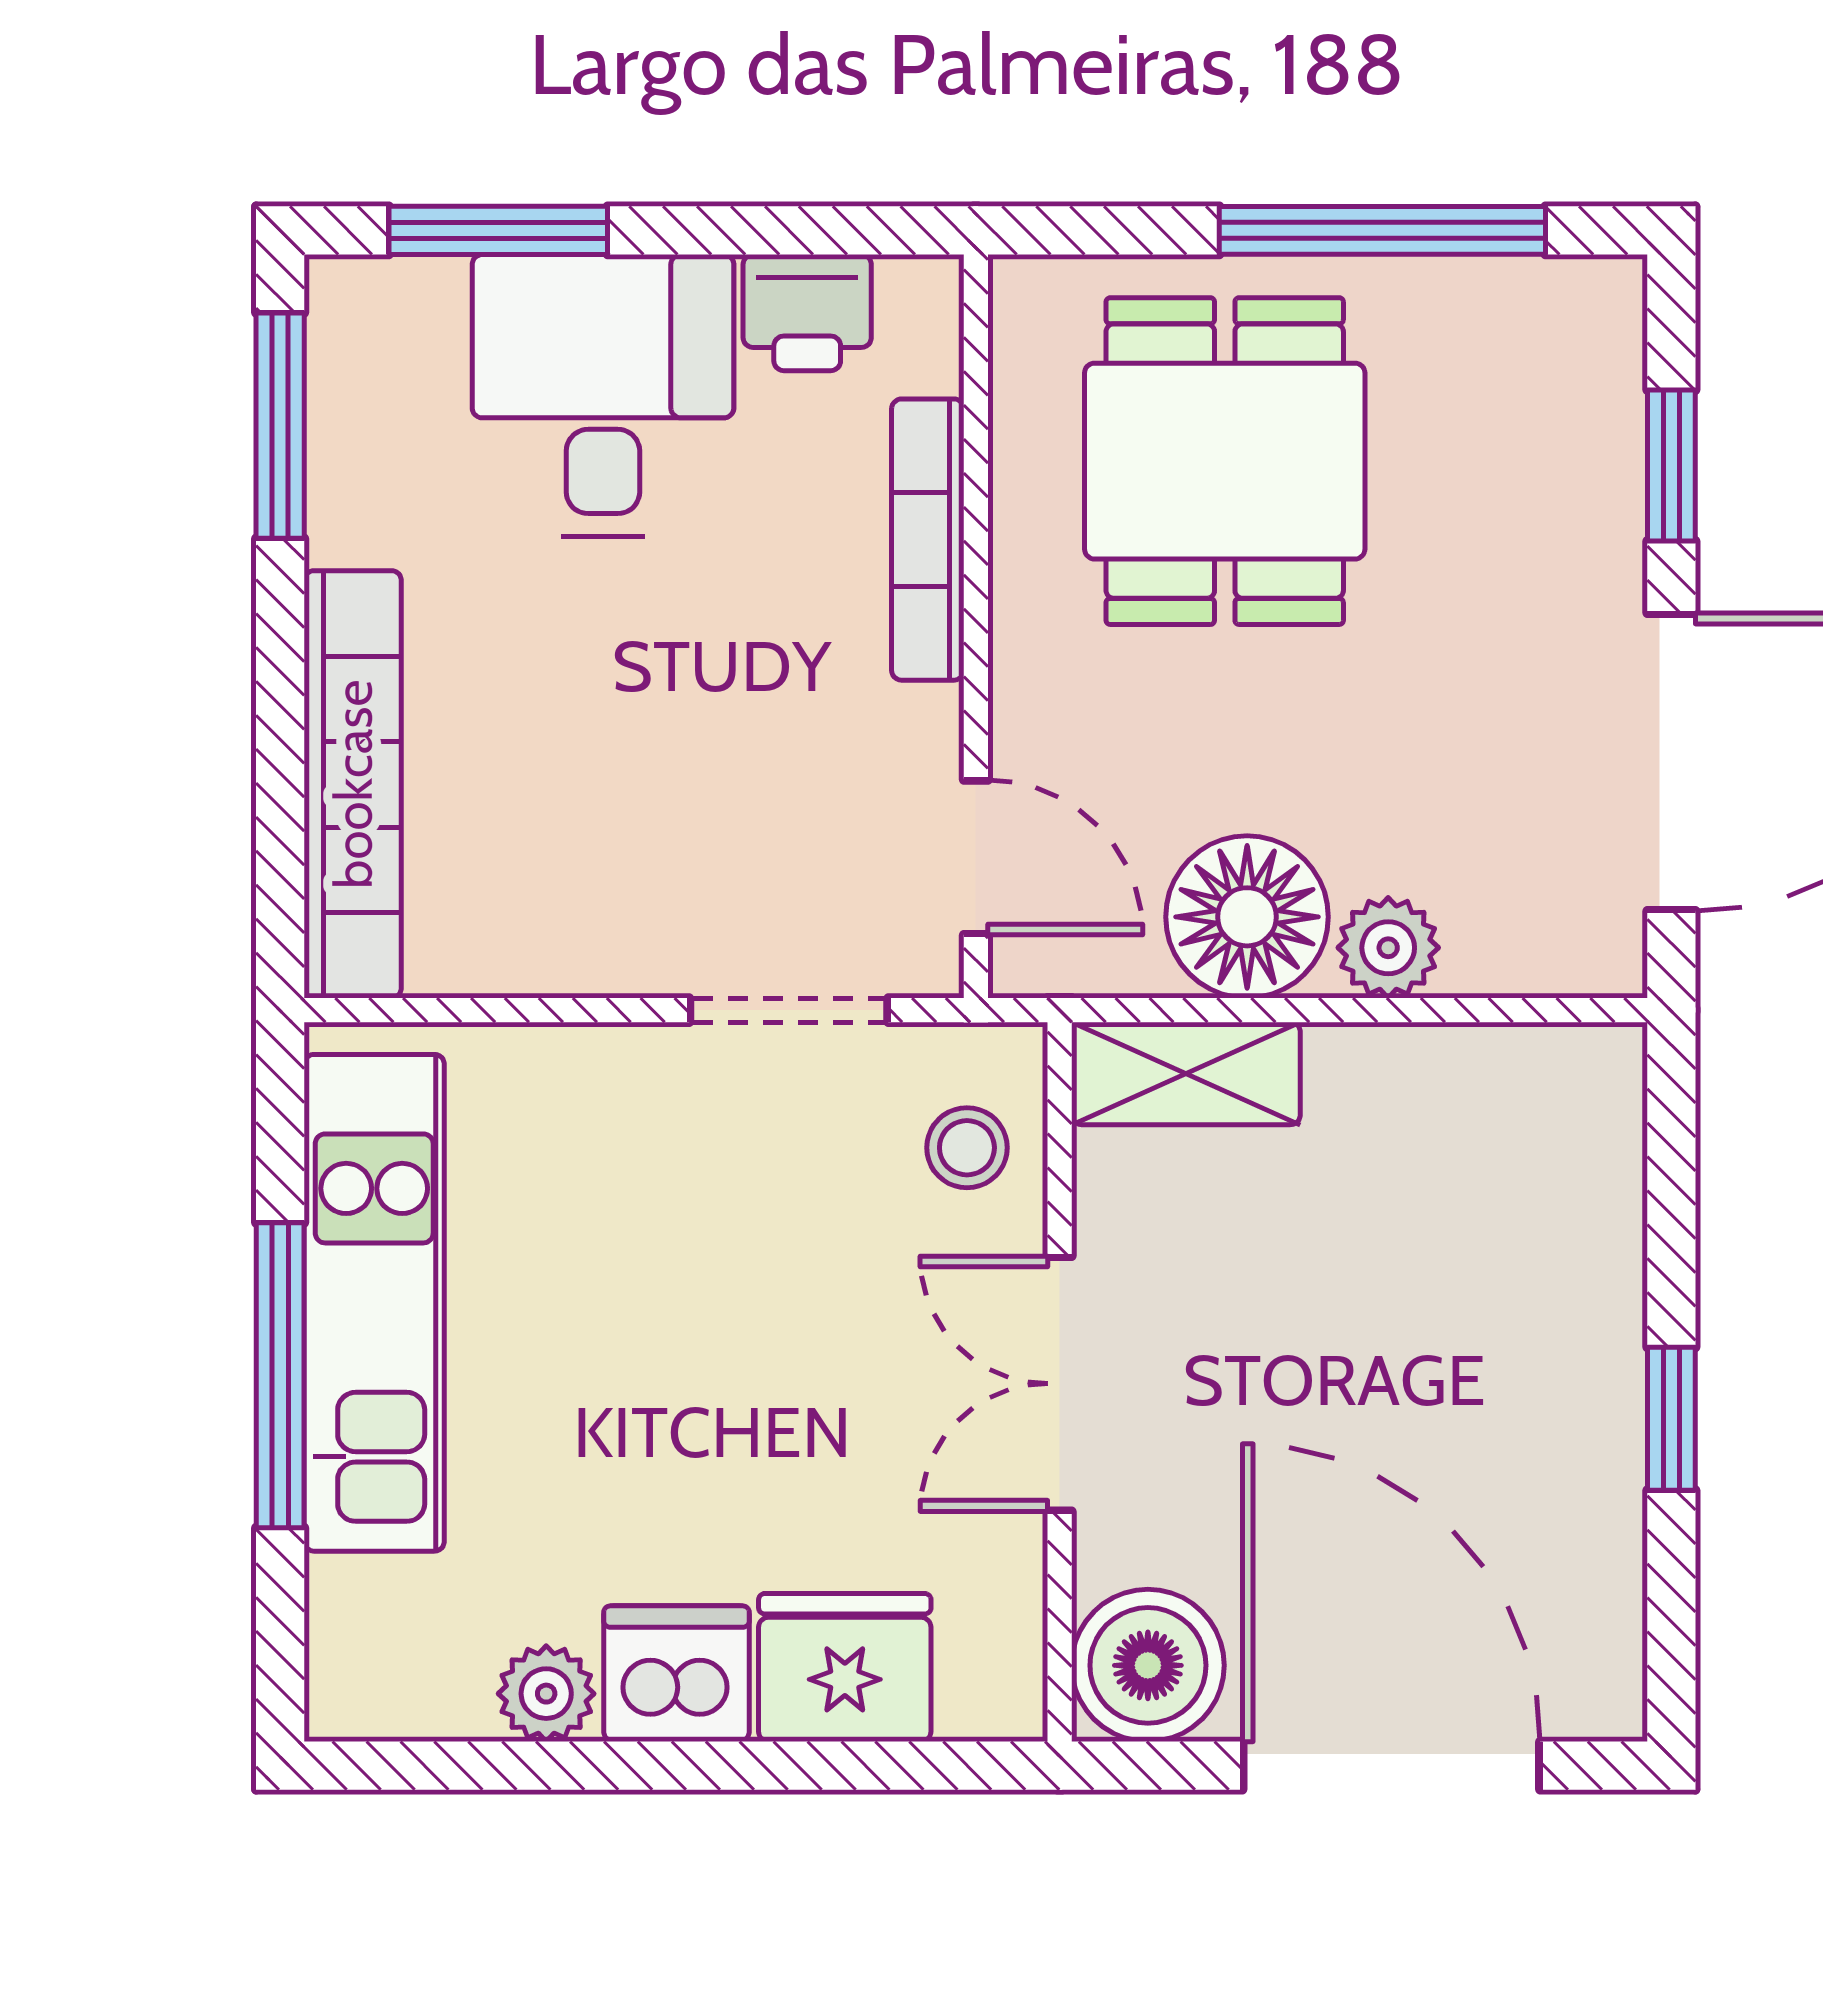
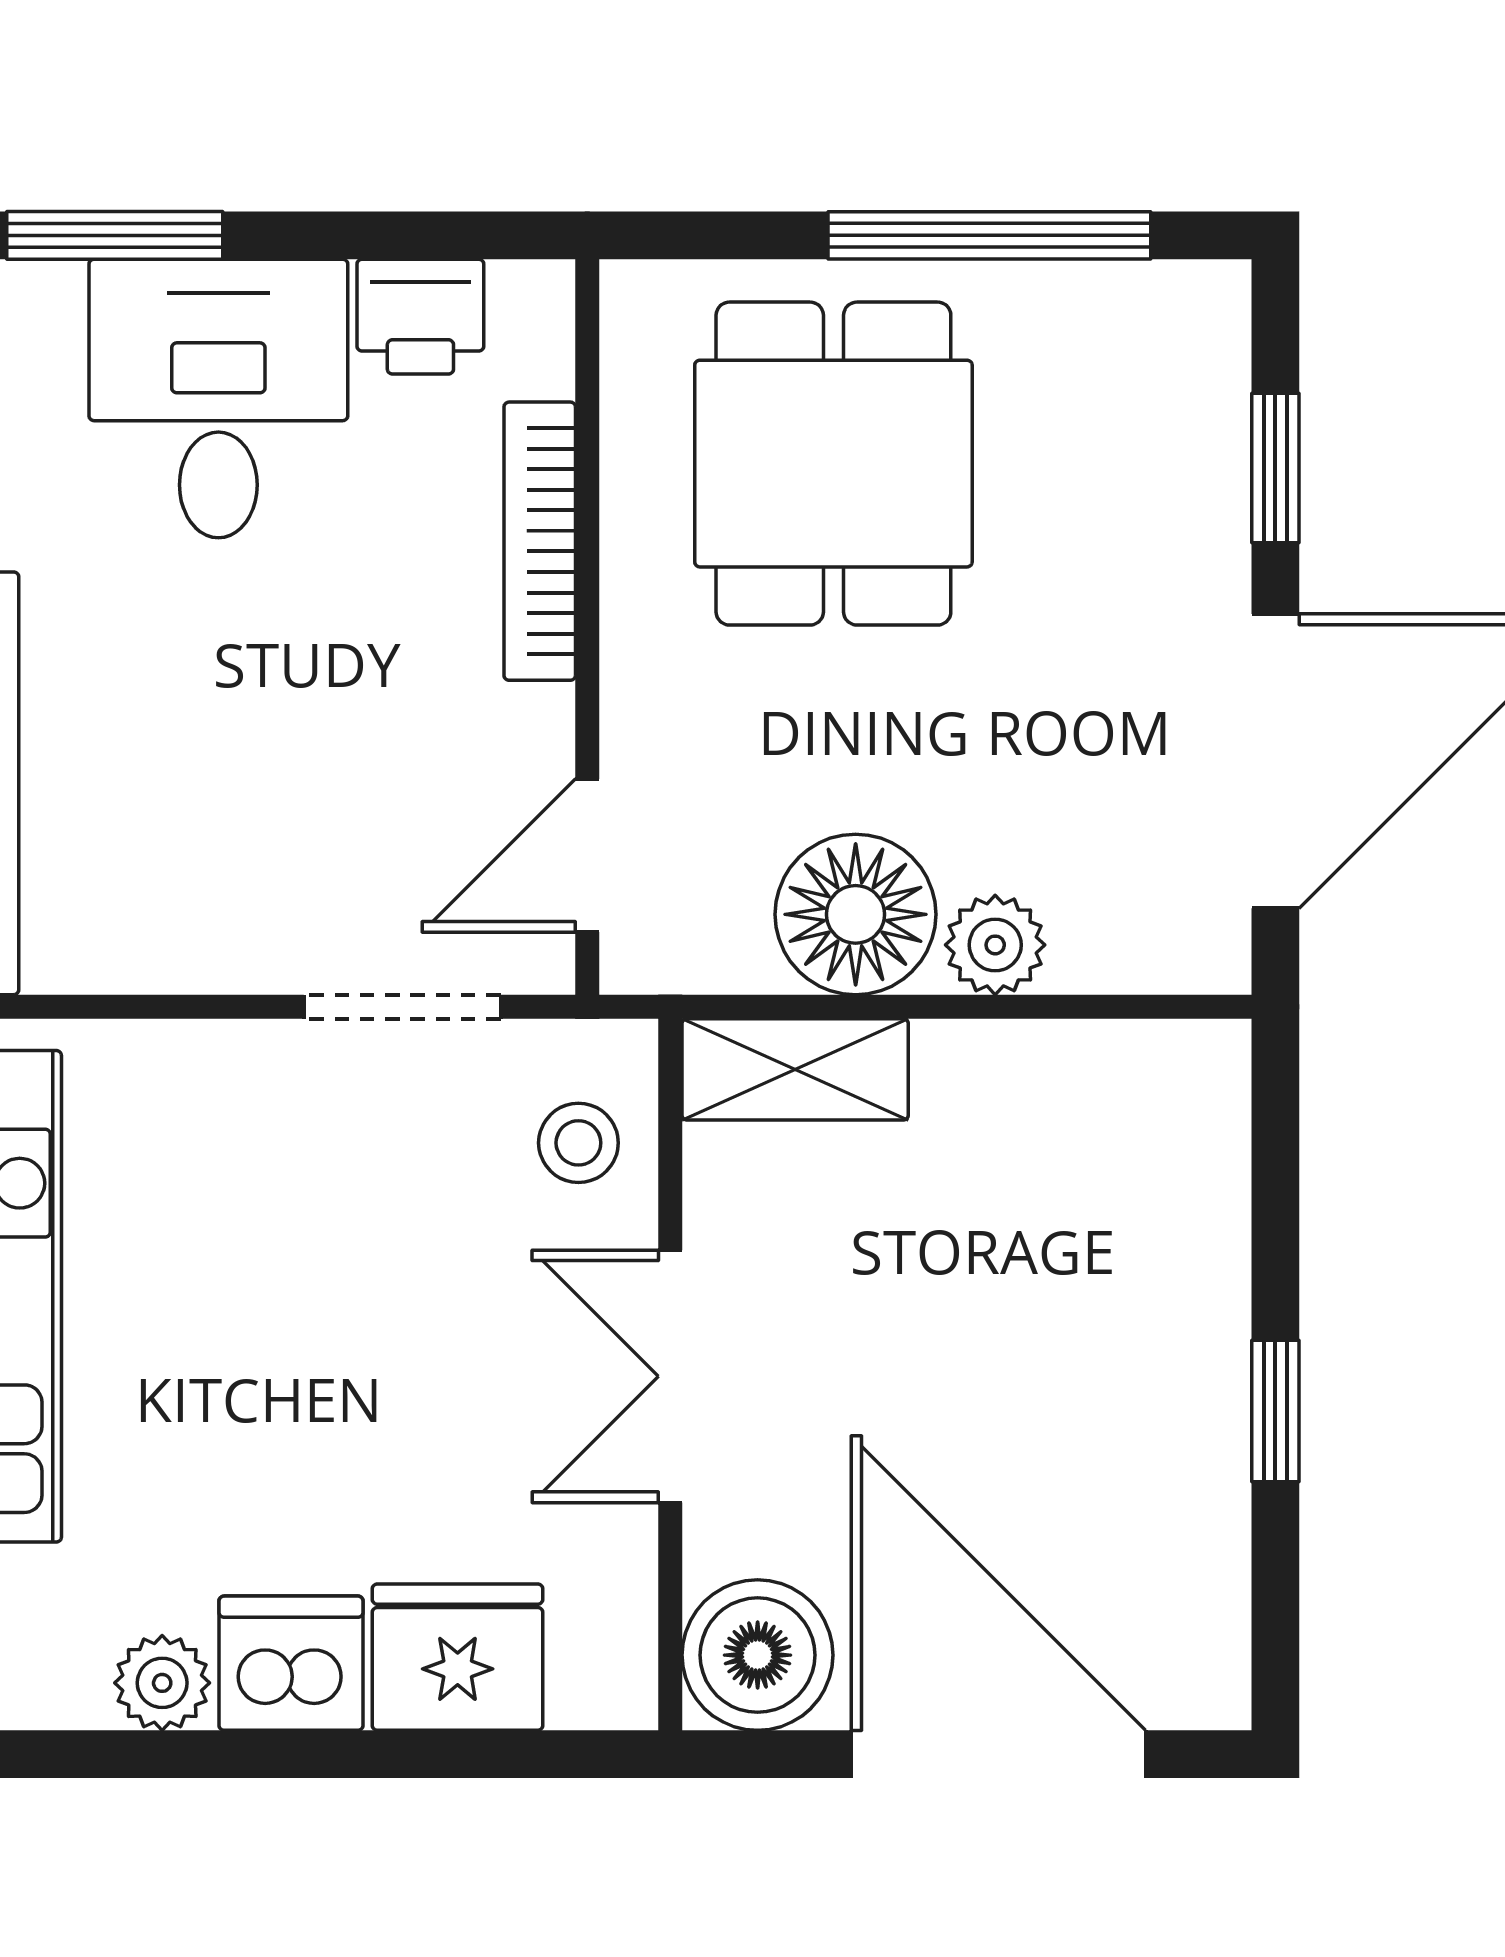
door: (976, 857) -> (587, 856), swing flipped

